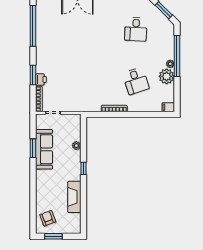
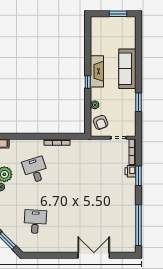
sofa: (44, 149) -> (127, 69), moved
fireplace: (74, 197) -> (97, 71), moved
armchair: (48, 218) -> (101, 122), moved

